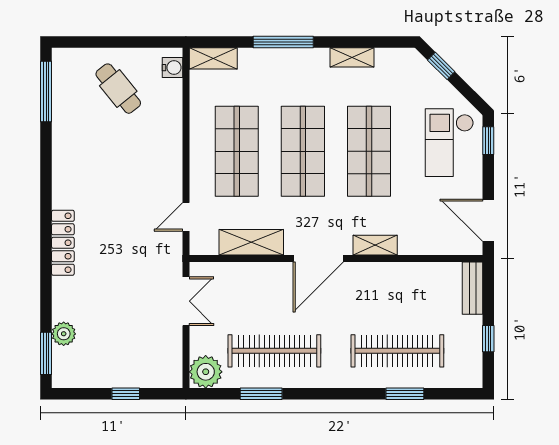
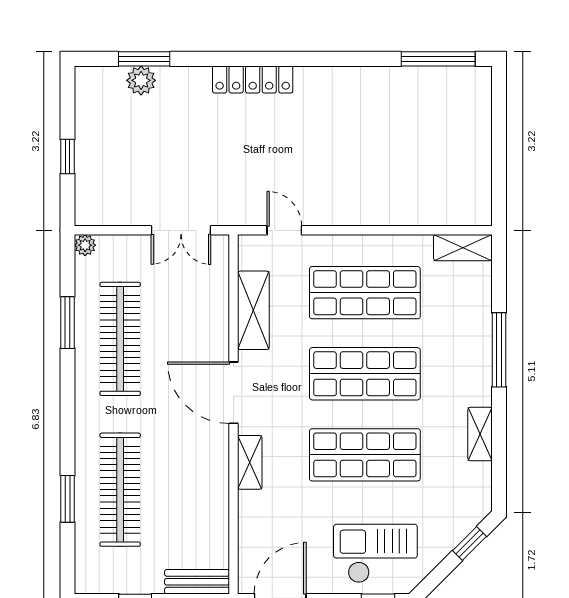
shelving: (213, 58) -> (463, 248), moved, turned 90
water cooler: (172, 68) -> (468, 214), removed
cafe table: (118, 89) -> (442, 147), removed
window: (46, 353) -> (144, 59), moved
plant: (206, 372) -> (85, 245), width x0.53, depth x0.53

